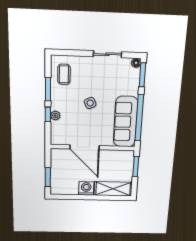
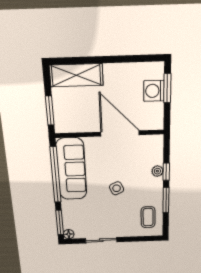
washing machine: (86, 188) -> (154, 91), moved, turned 90

